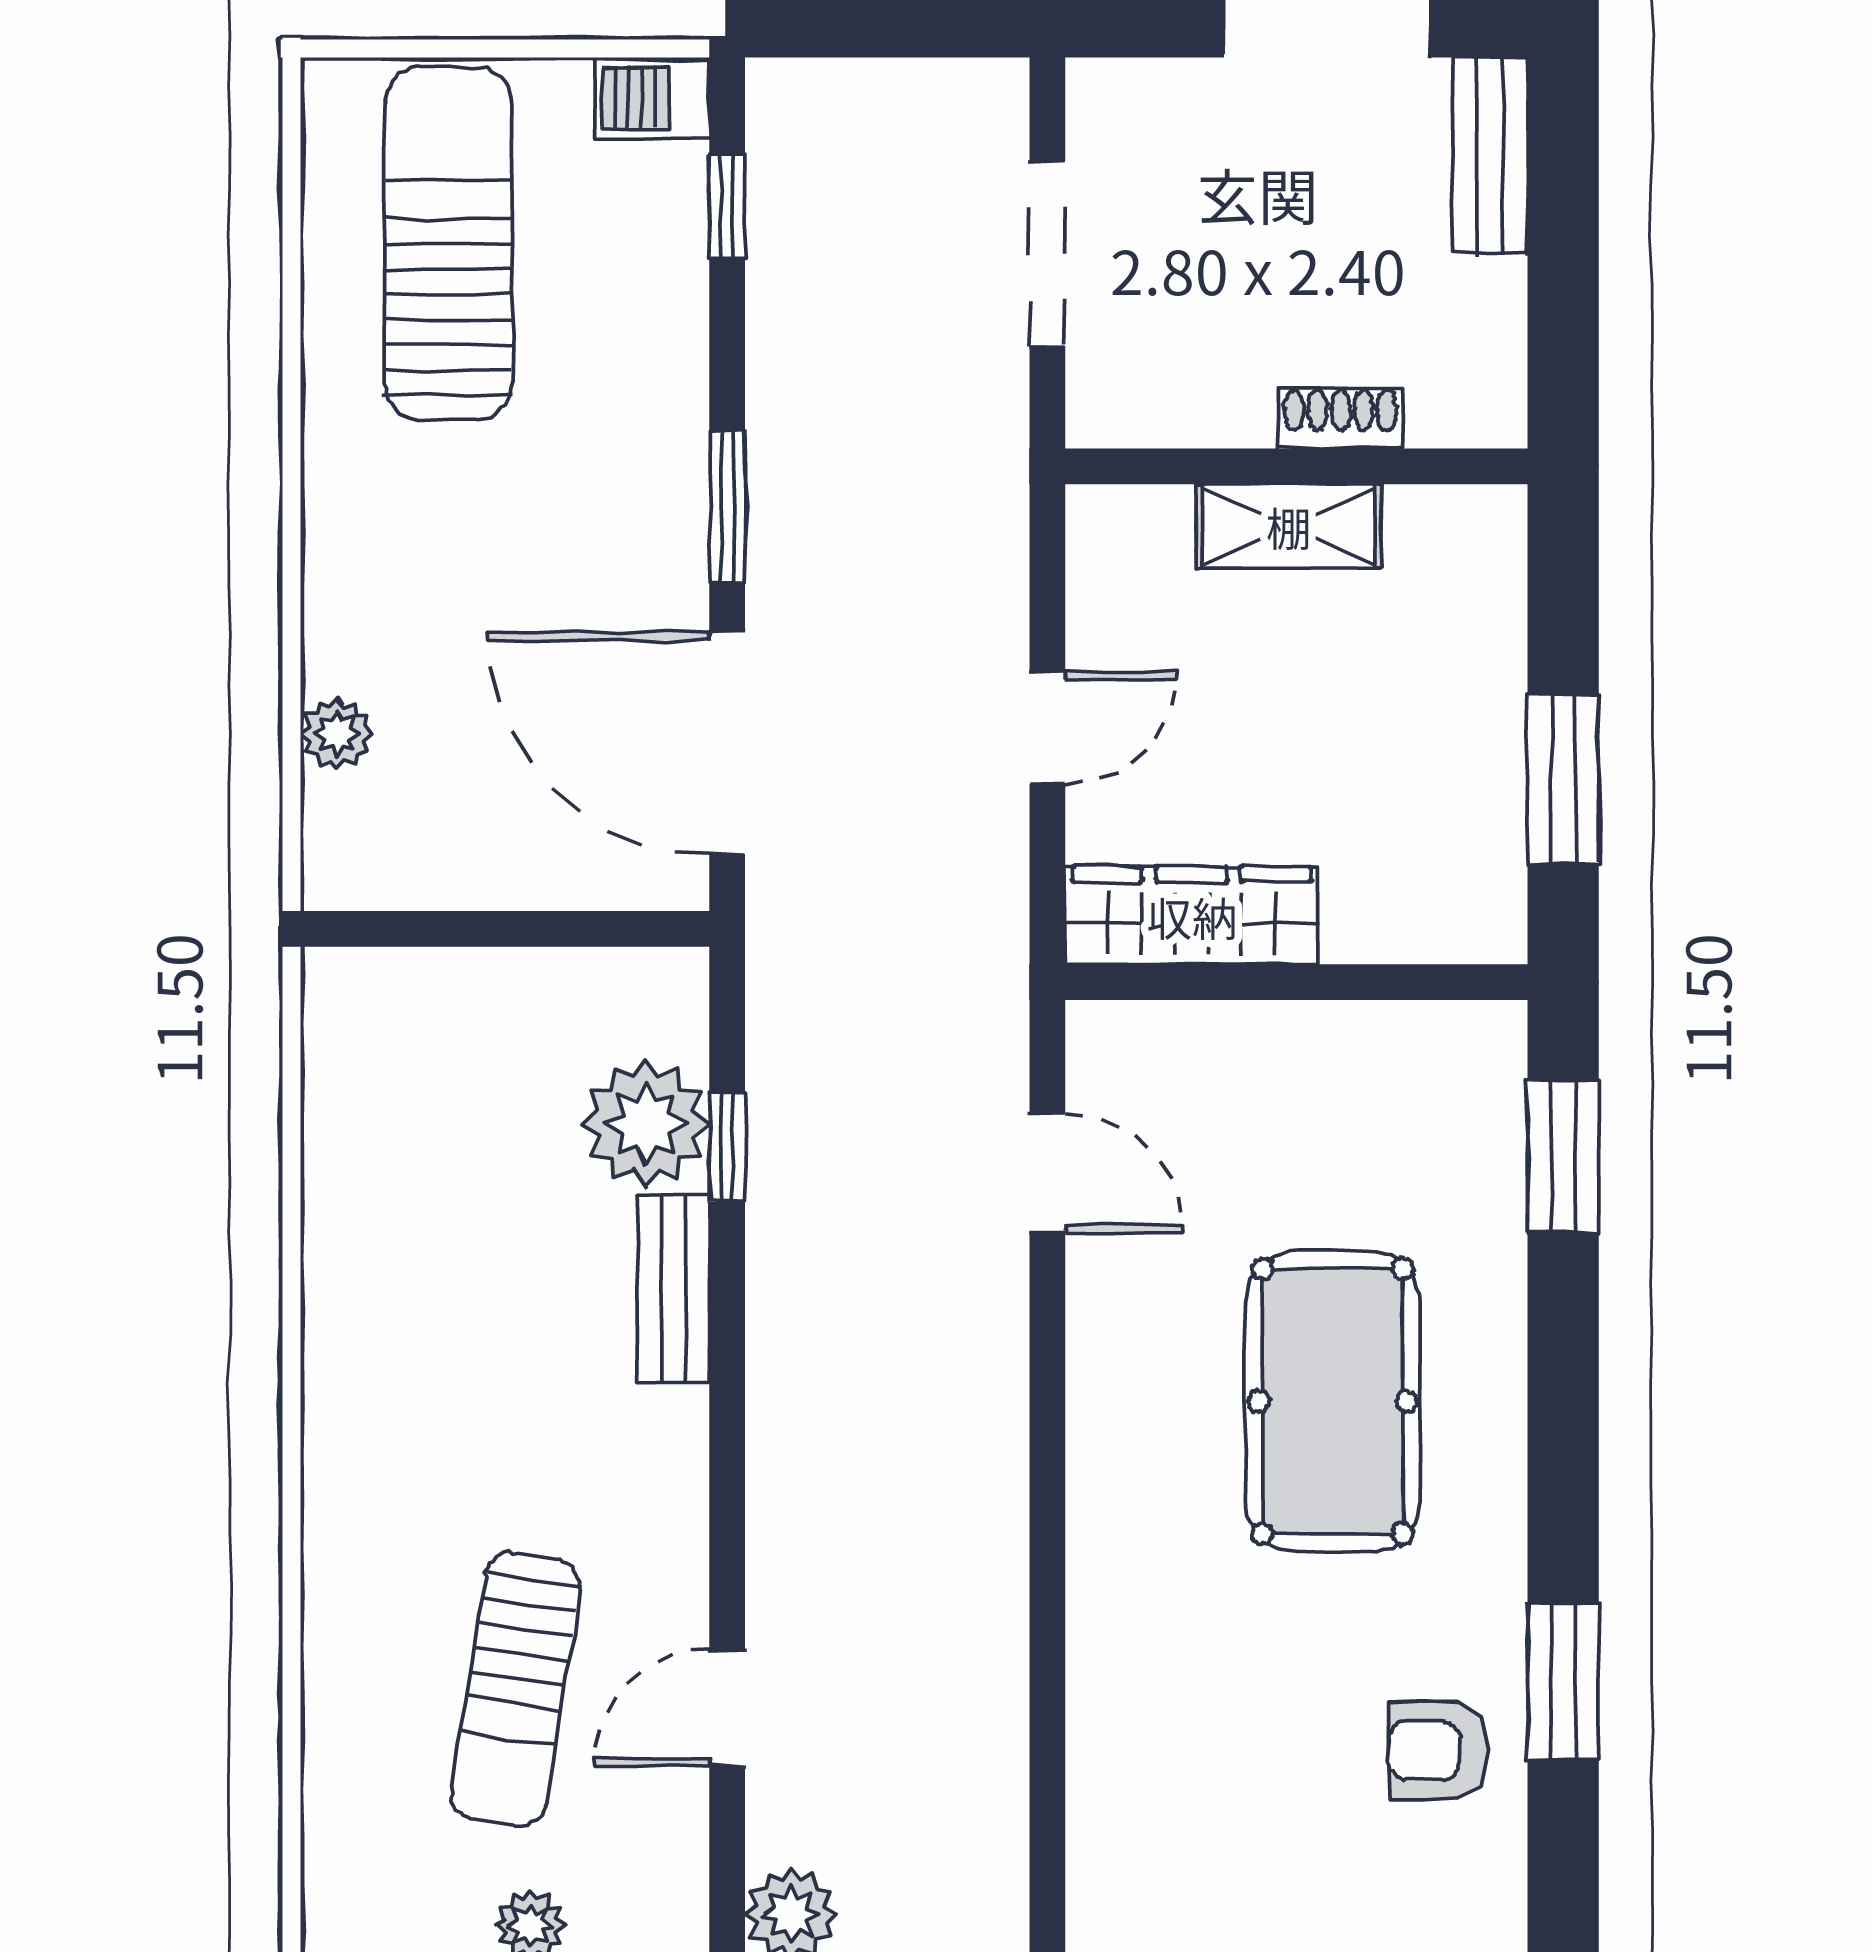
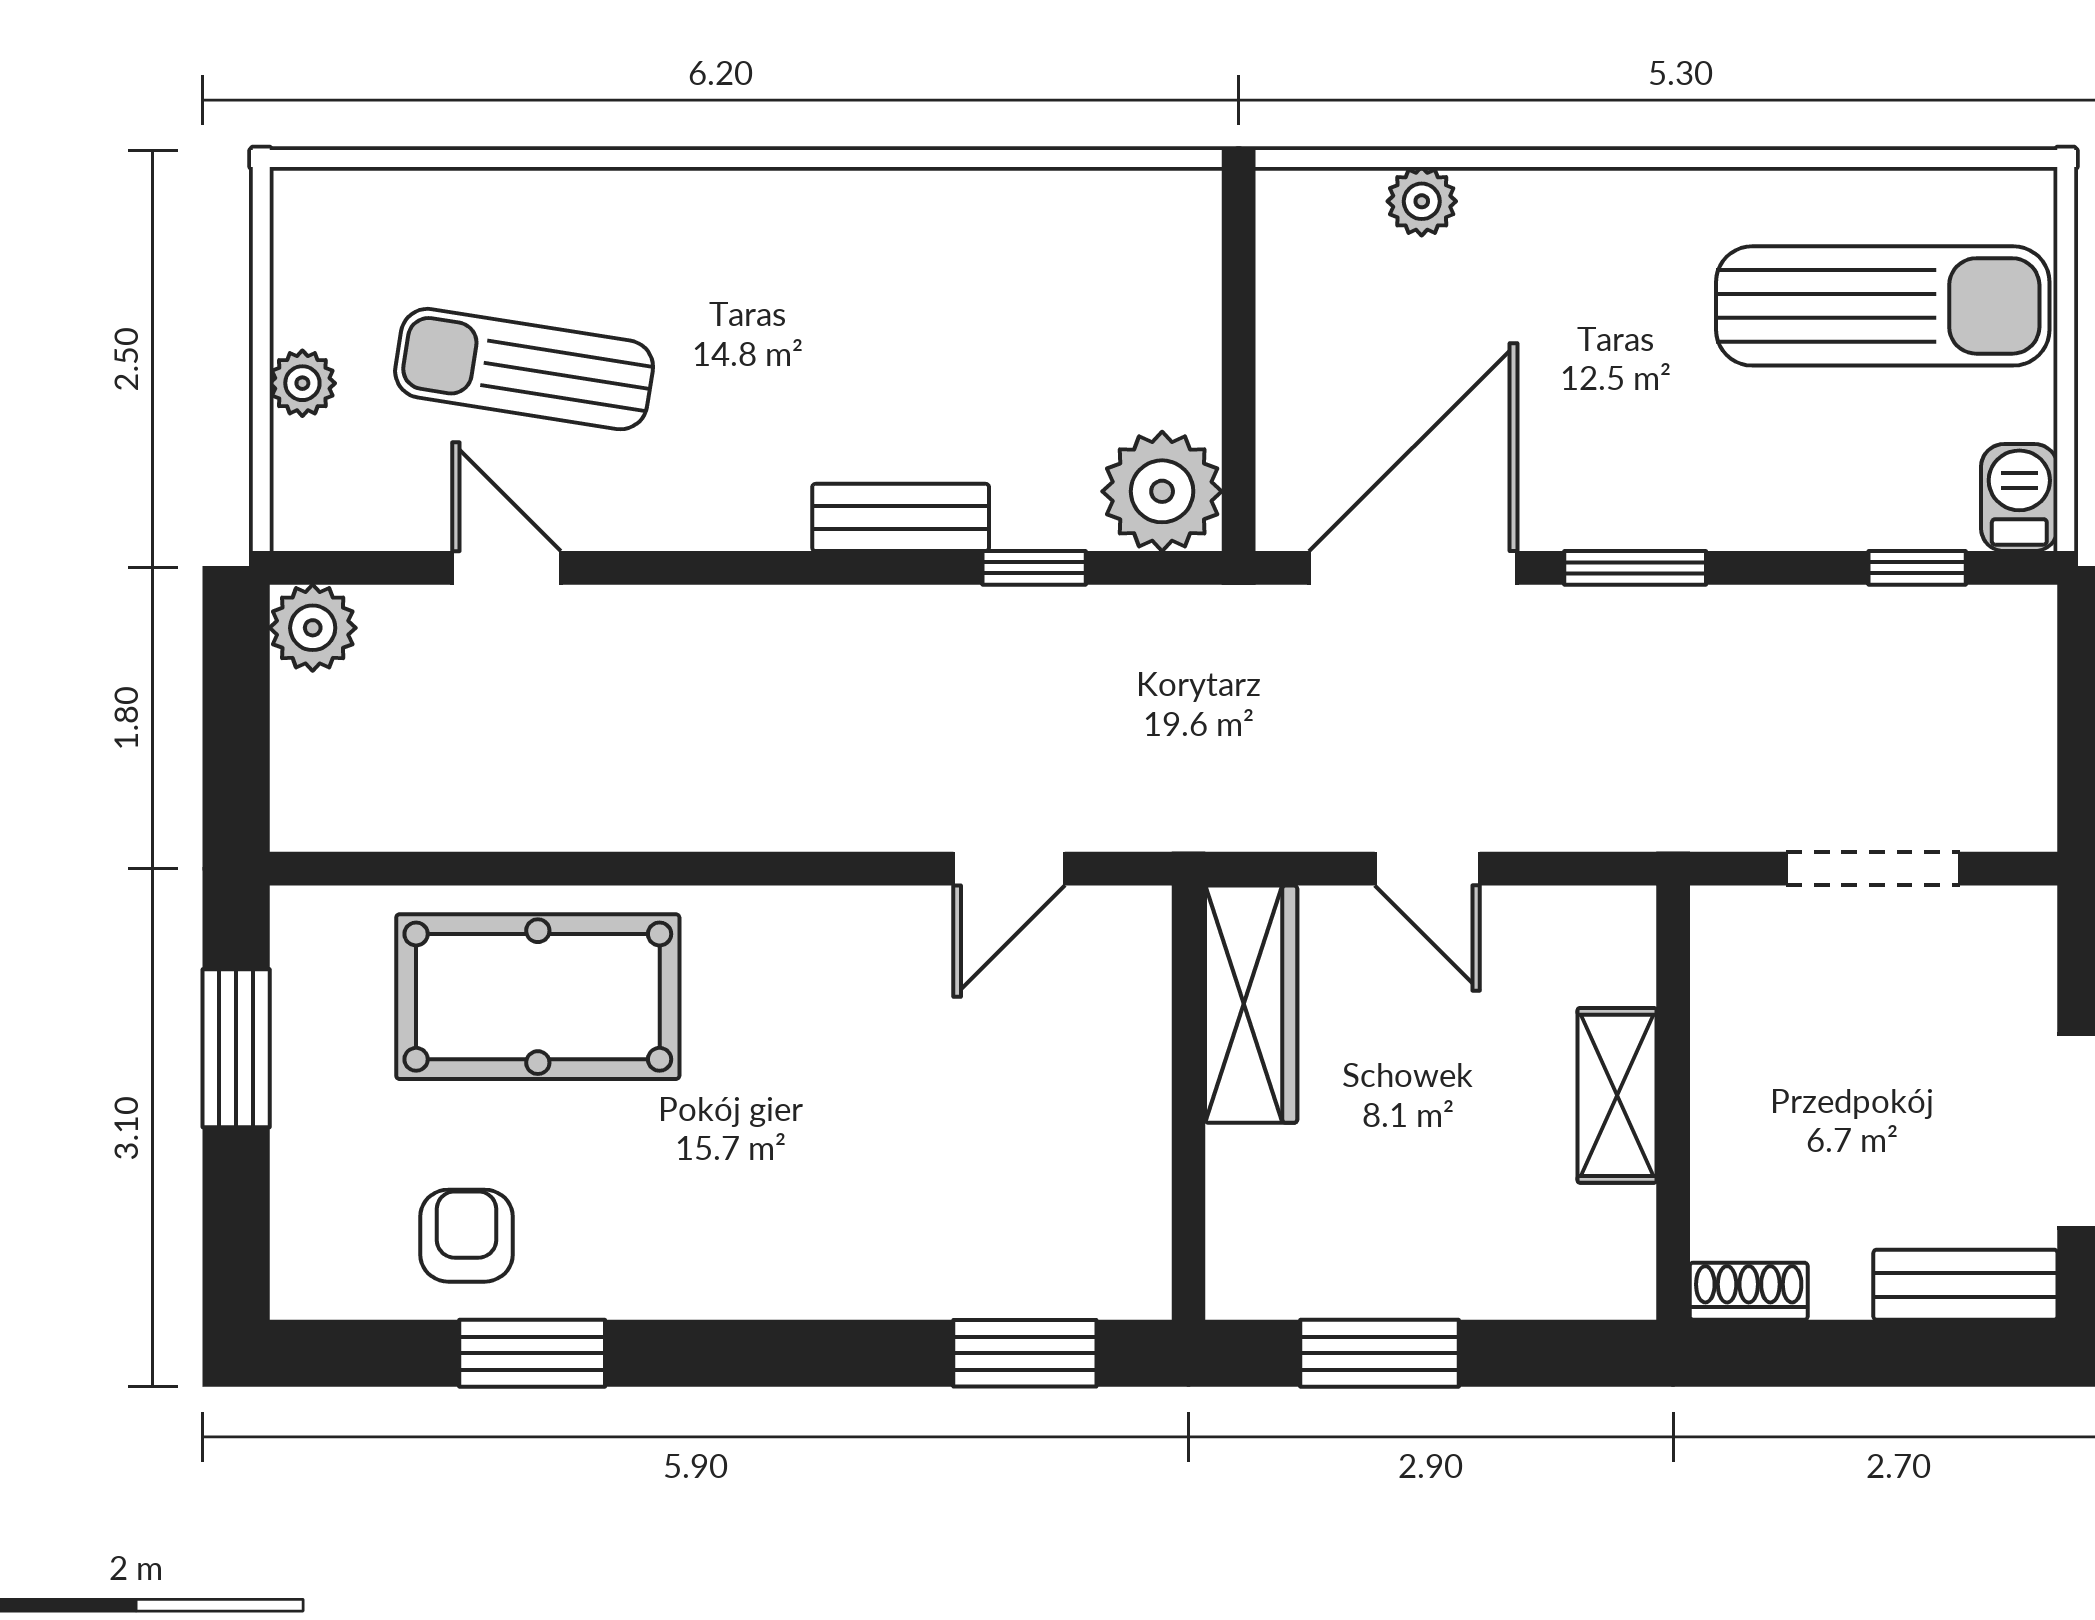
shoe rack: (1341, 418) -> (1749, 1291), moved, turned -90
plant: (646, 1124) -> (1162, 491), moved
pool table: (1333, 1401) -> (538, 997), moved

